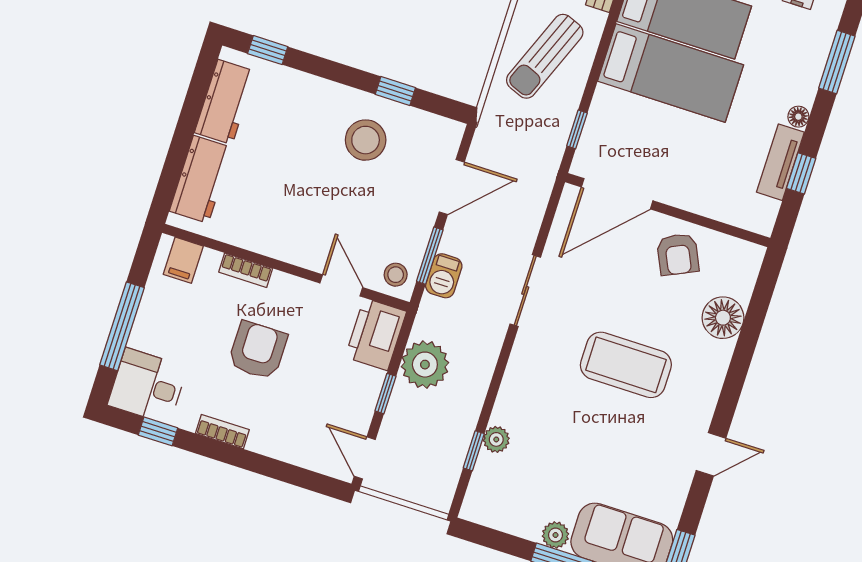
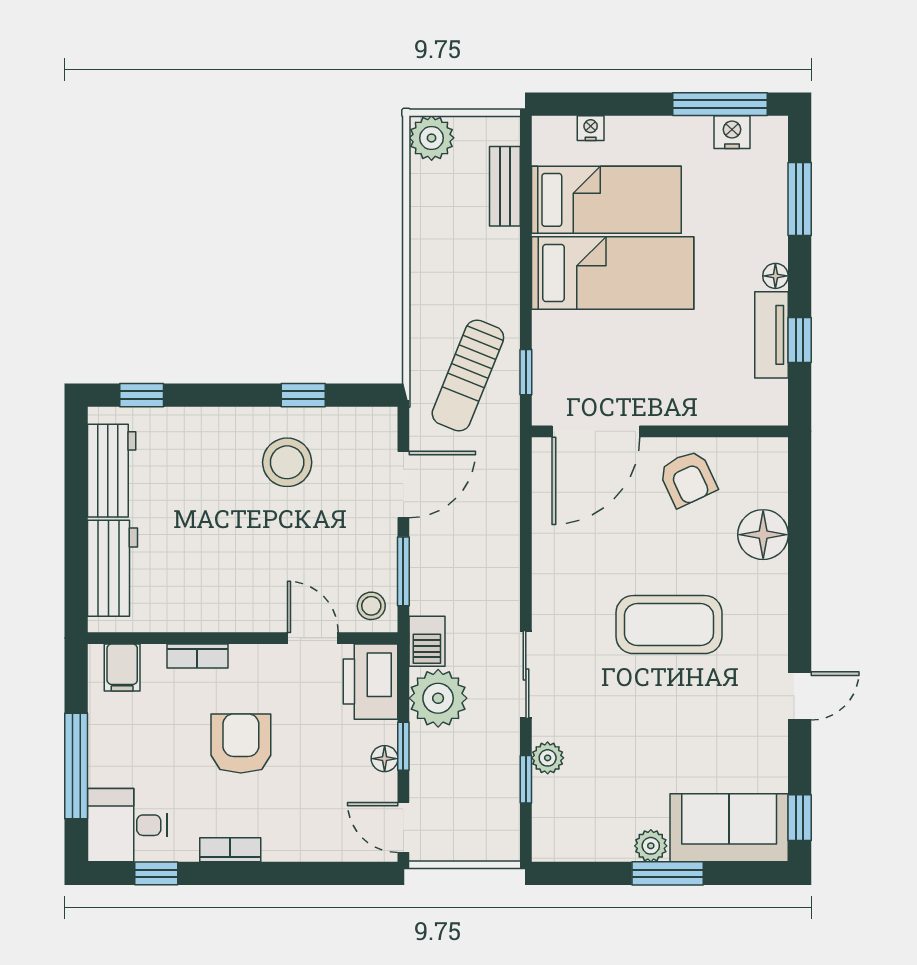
sun lounger: (545, 56) -> (468, 376), moved
barbecue: (444, 276) -> (427, 641), moved
sliding door: (525, 291) -> (526, 674), moved
floor lamp: (367, 399) -> (385, 759), added

